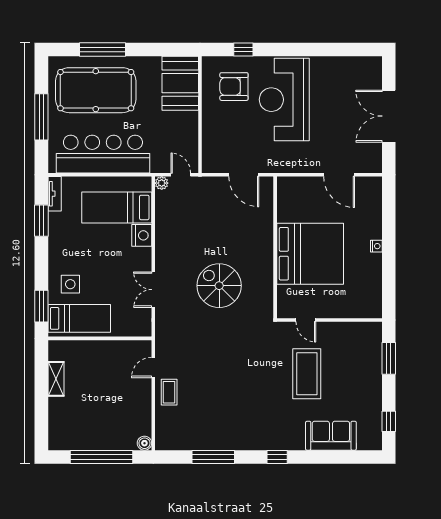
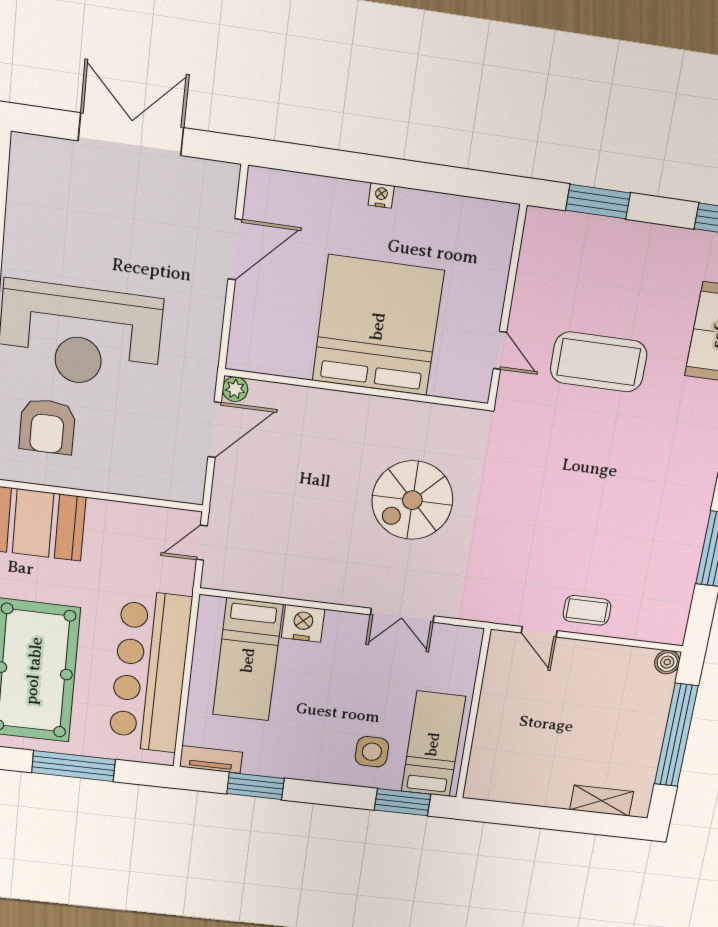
double door: (389, 116) -> (131, 134), swing flipped
plant: (162, 183) -> (235, 389), moved
door: (306, 320) -> (500, 350), hinge flipped
shelving: (56, 379) -> (602, 801), moved

